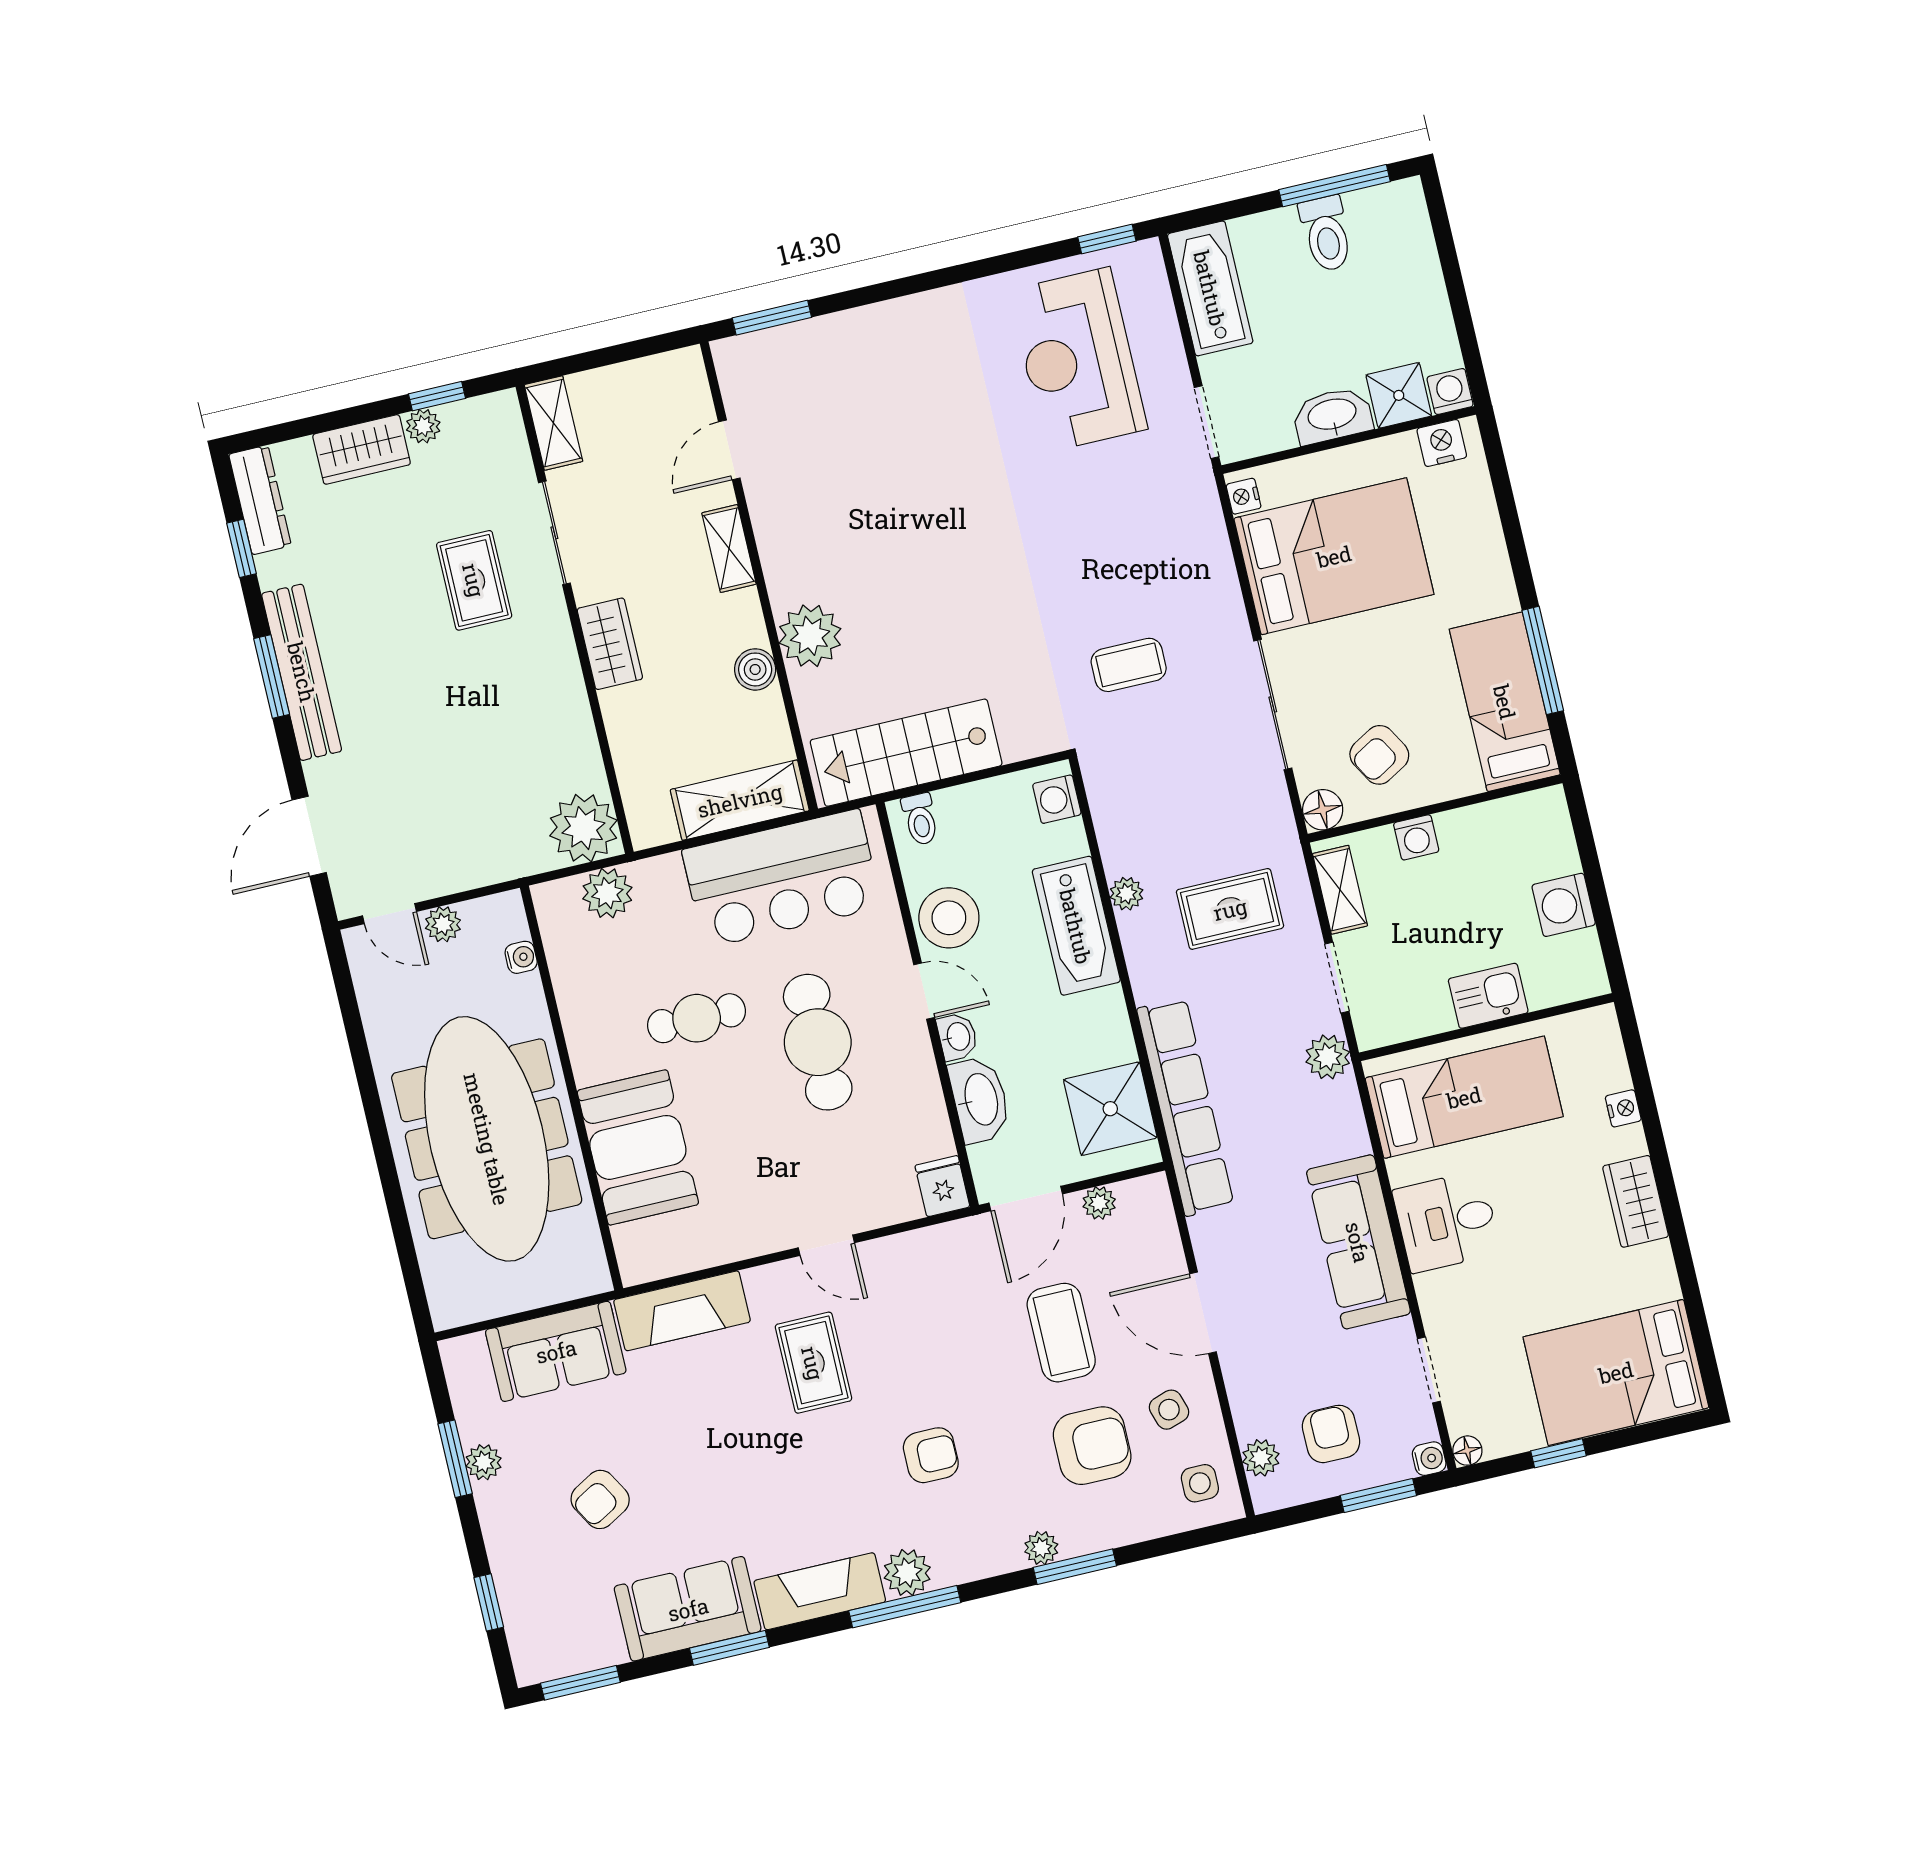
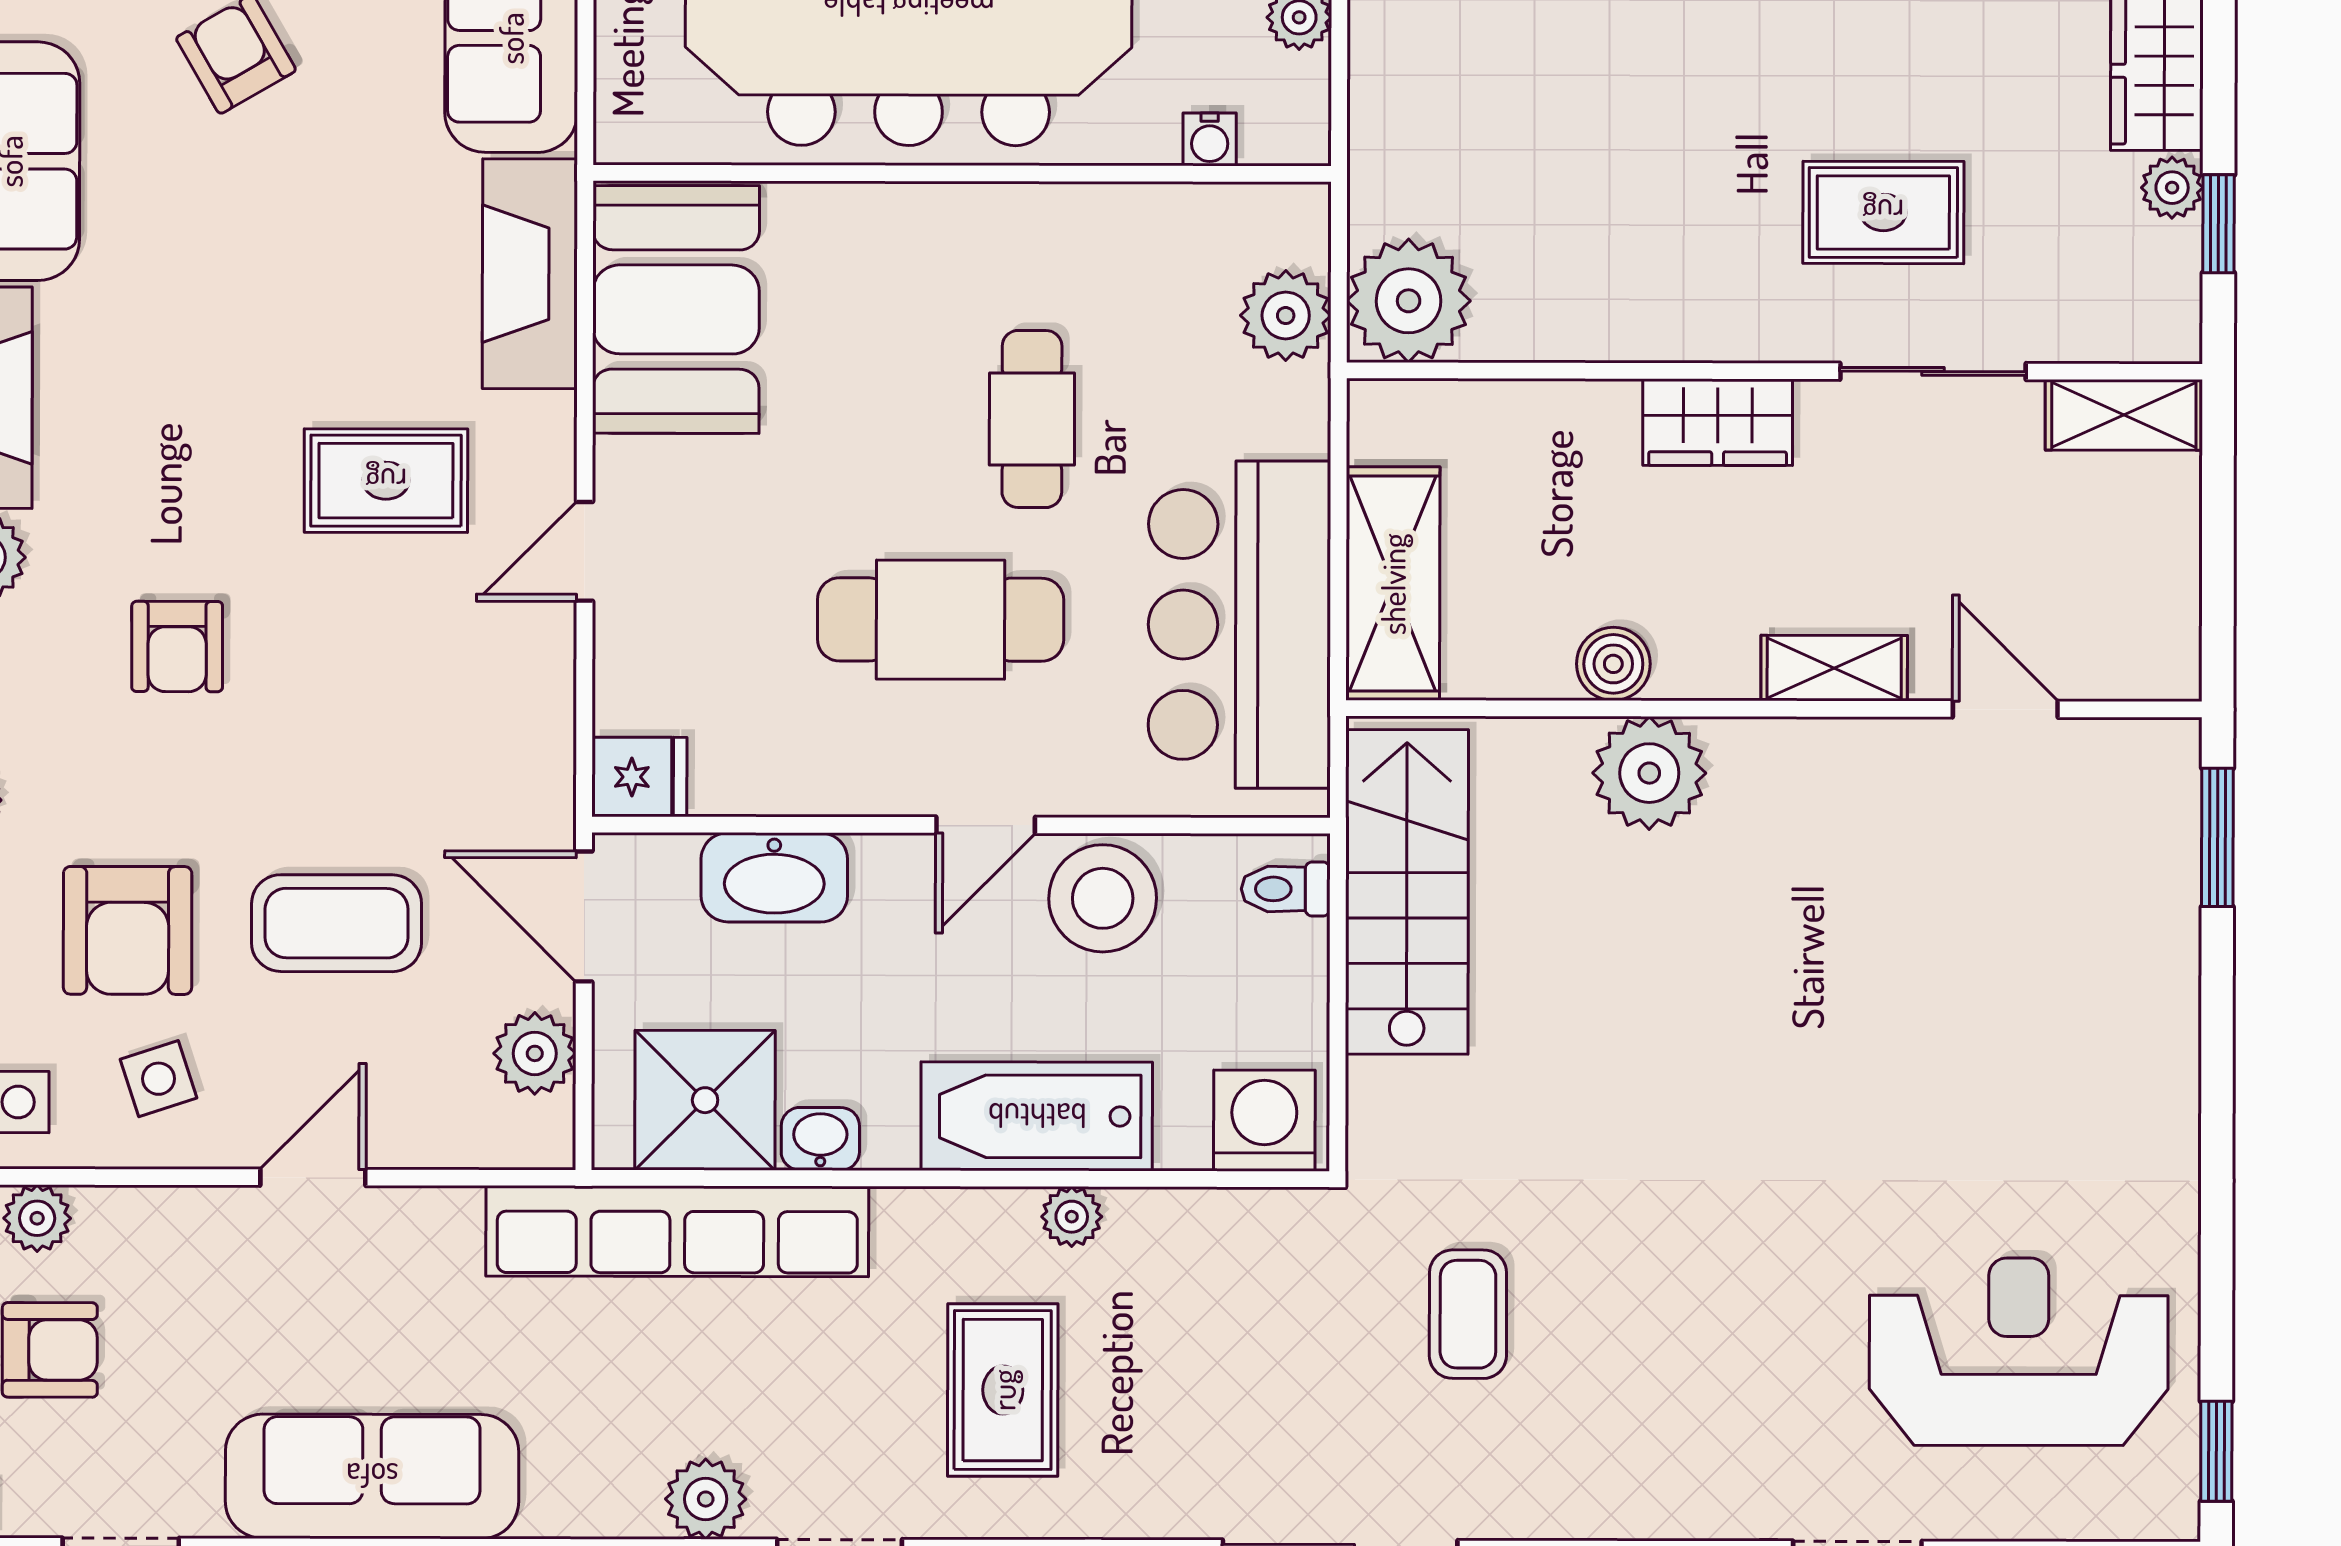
washing machine: (1057, 799) -> (1264, 1121), width x1.38, depth x1.38
washbasin: (957, 1037) -> (820, 1139), moved, turned 180
booth: (638, 1147) -> (676, 309), moved, turned 90
plant: (1099, 1203) -> (535, 1053), width x1.38, depth x1.38
door: (1203, 1313) -> (313, 1177), width x0.73

